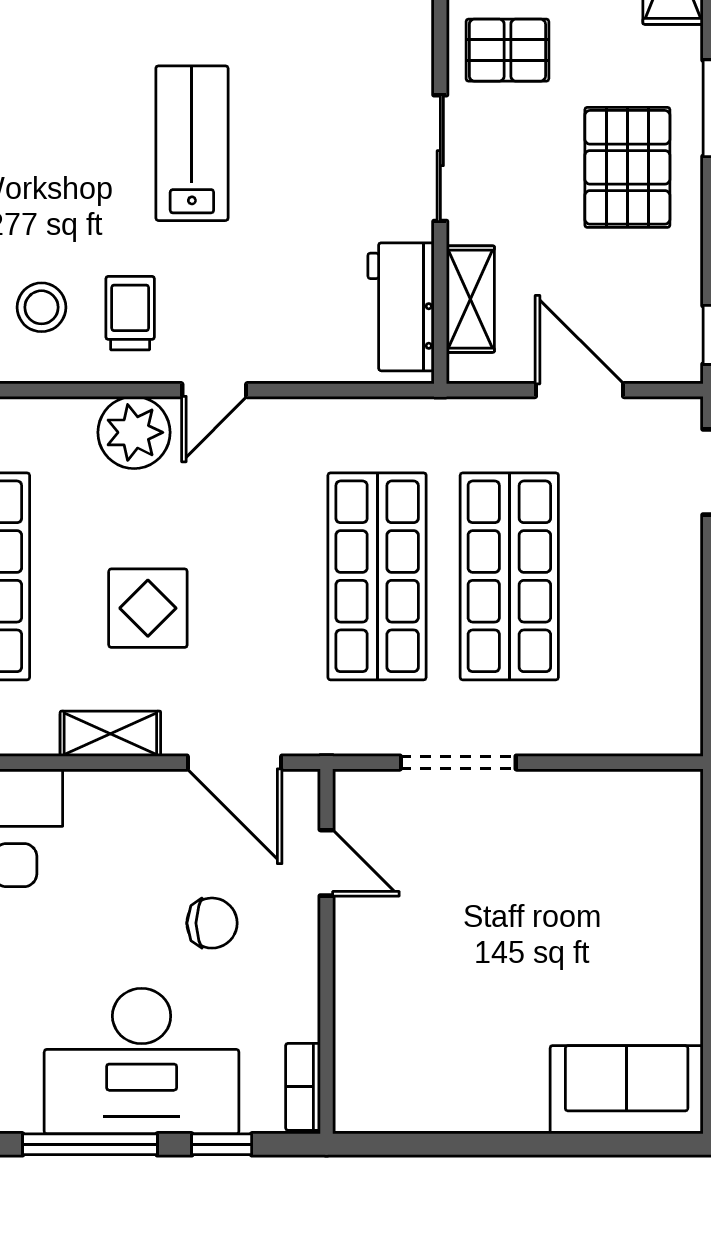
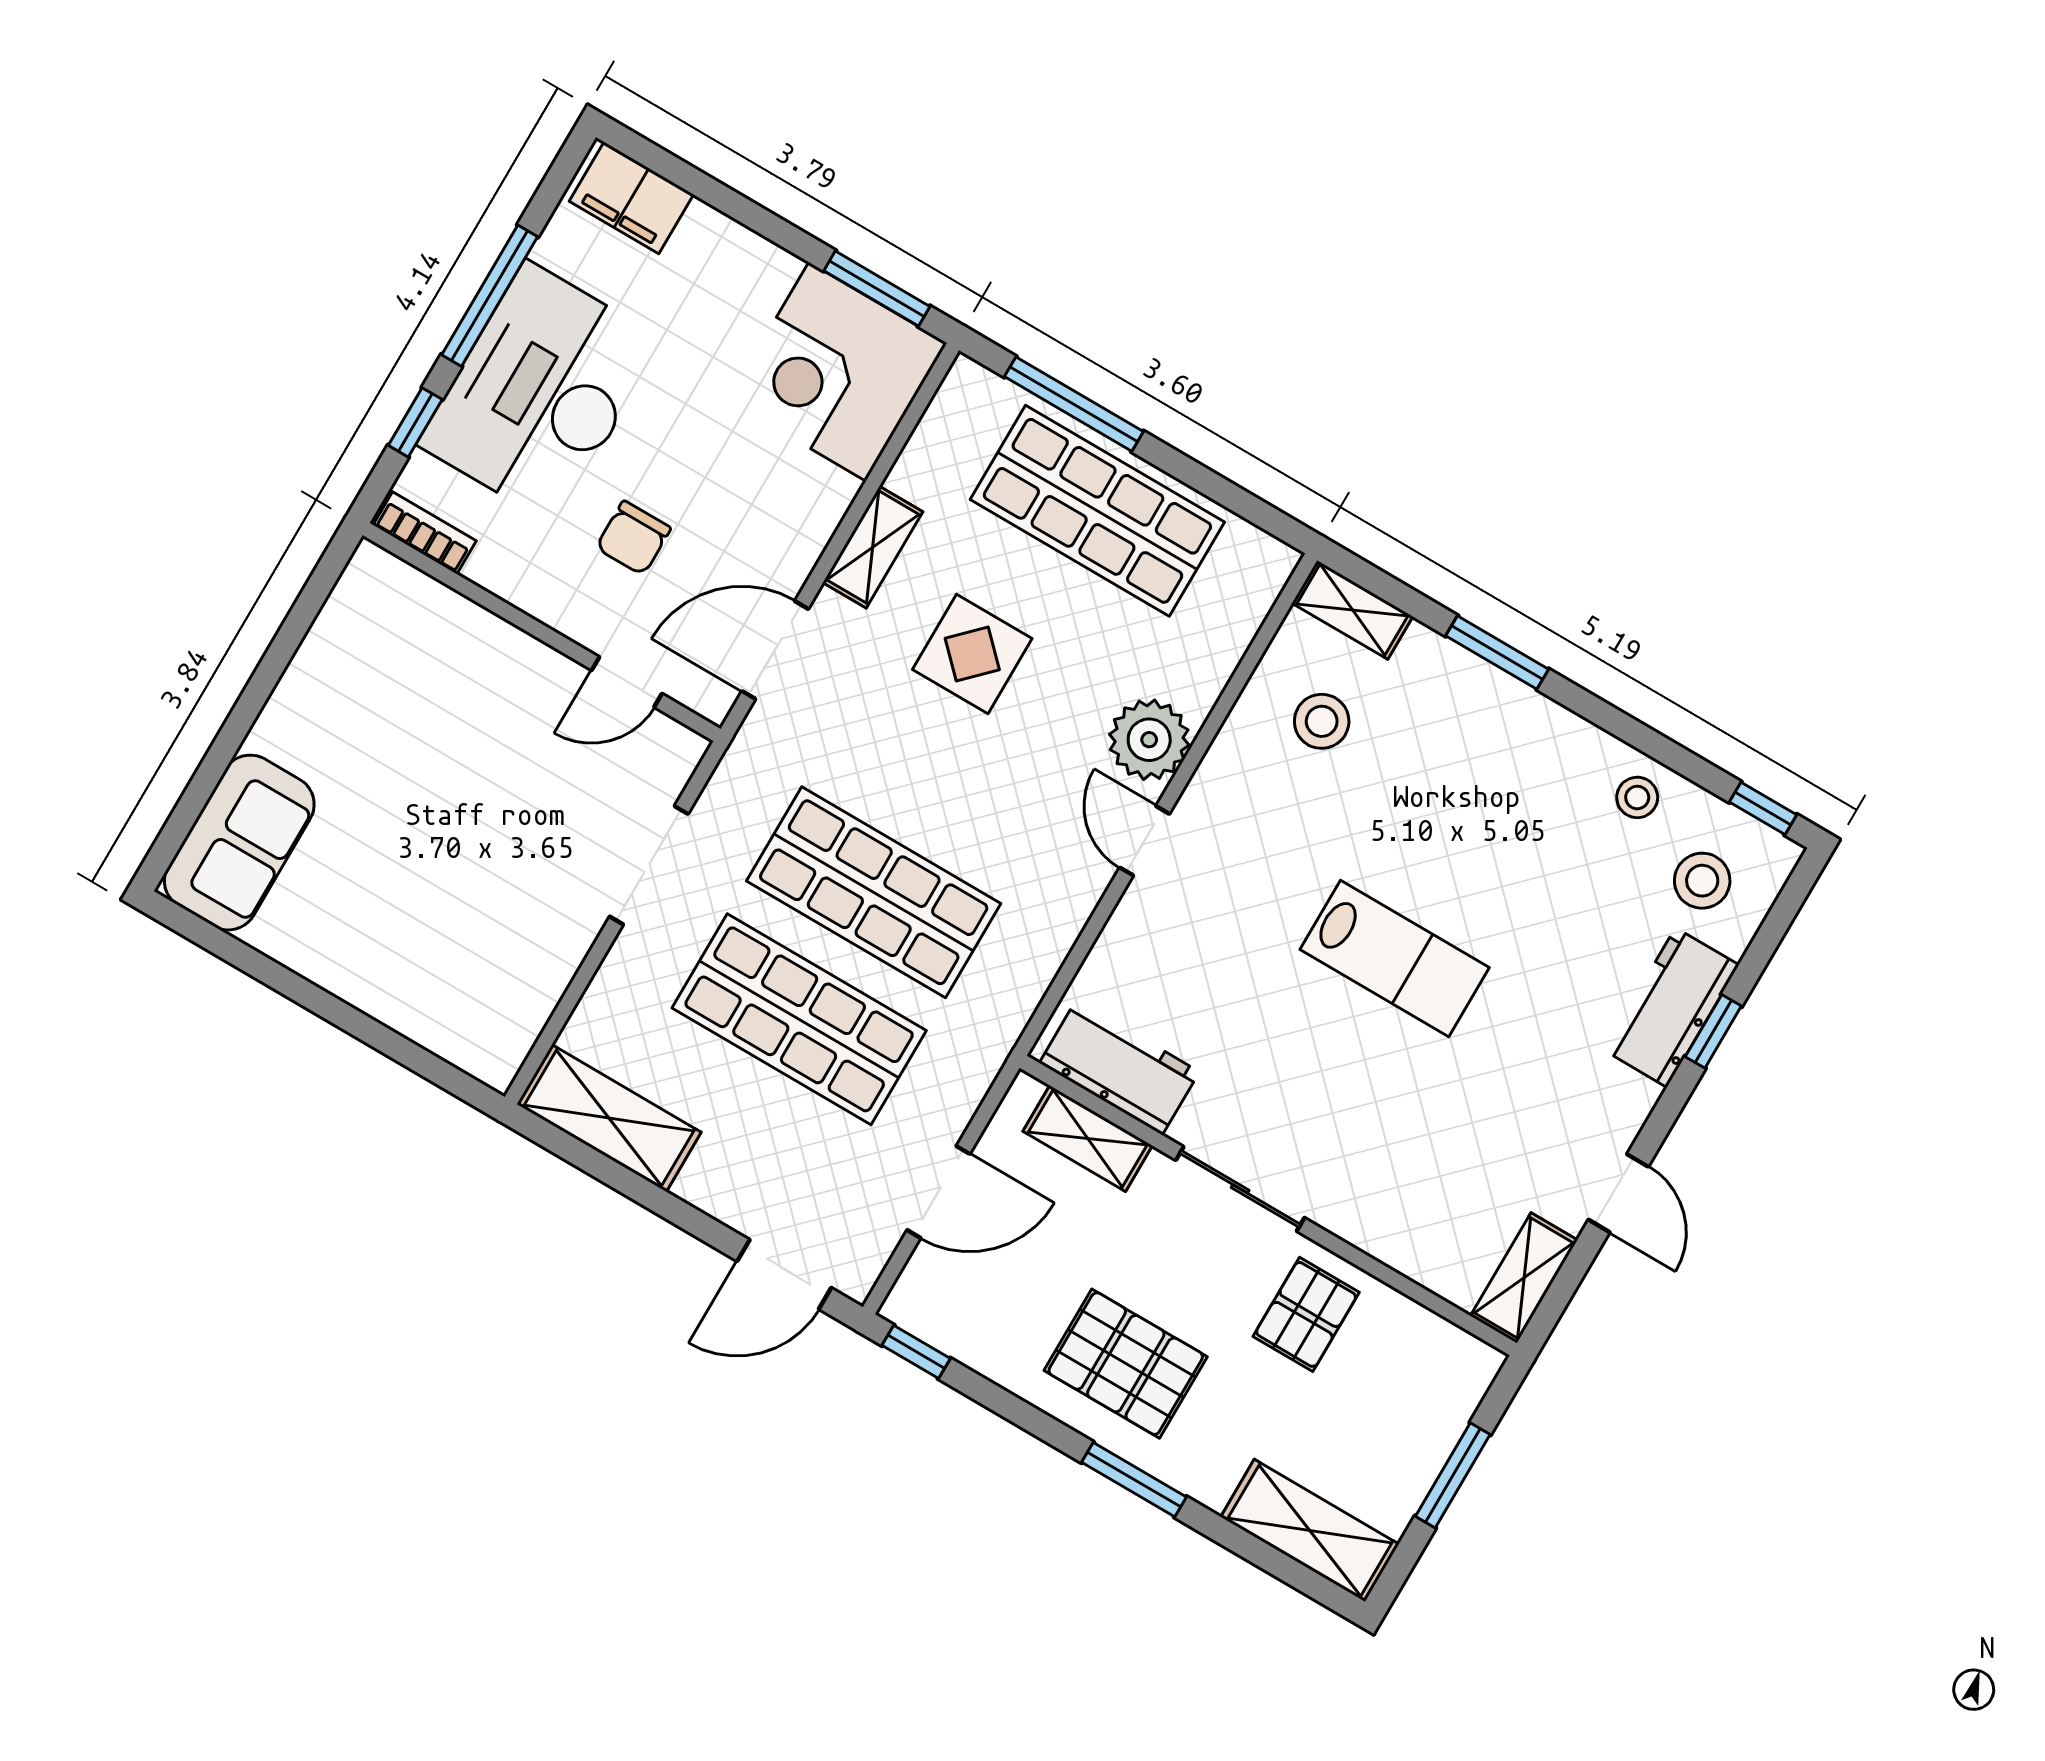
trolley: (130, 313) -> (1266, 803), removed
shelving: (672, 679) -> (609, 1118), added

